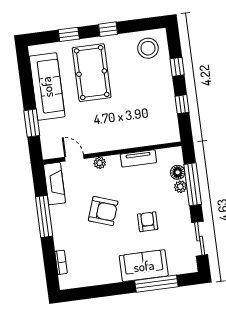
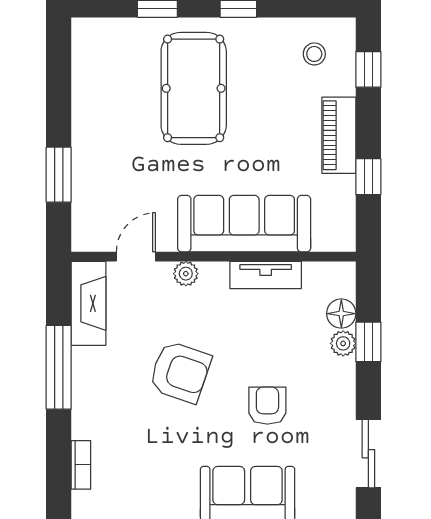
stool: (148, 48) -> (314, 54), width x0.53, depth x0.53
window: (177, 67) -> (368, 69), moved
piano: (165, 86) -> (339, 135), added
sofa: (47, 87) -> (244, 224), moved, turned -90
door: (74, 158) -> (136, 257), hinge flipped
window: (193, 184) -> (368, 342), width x0.46

